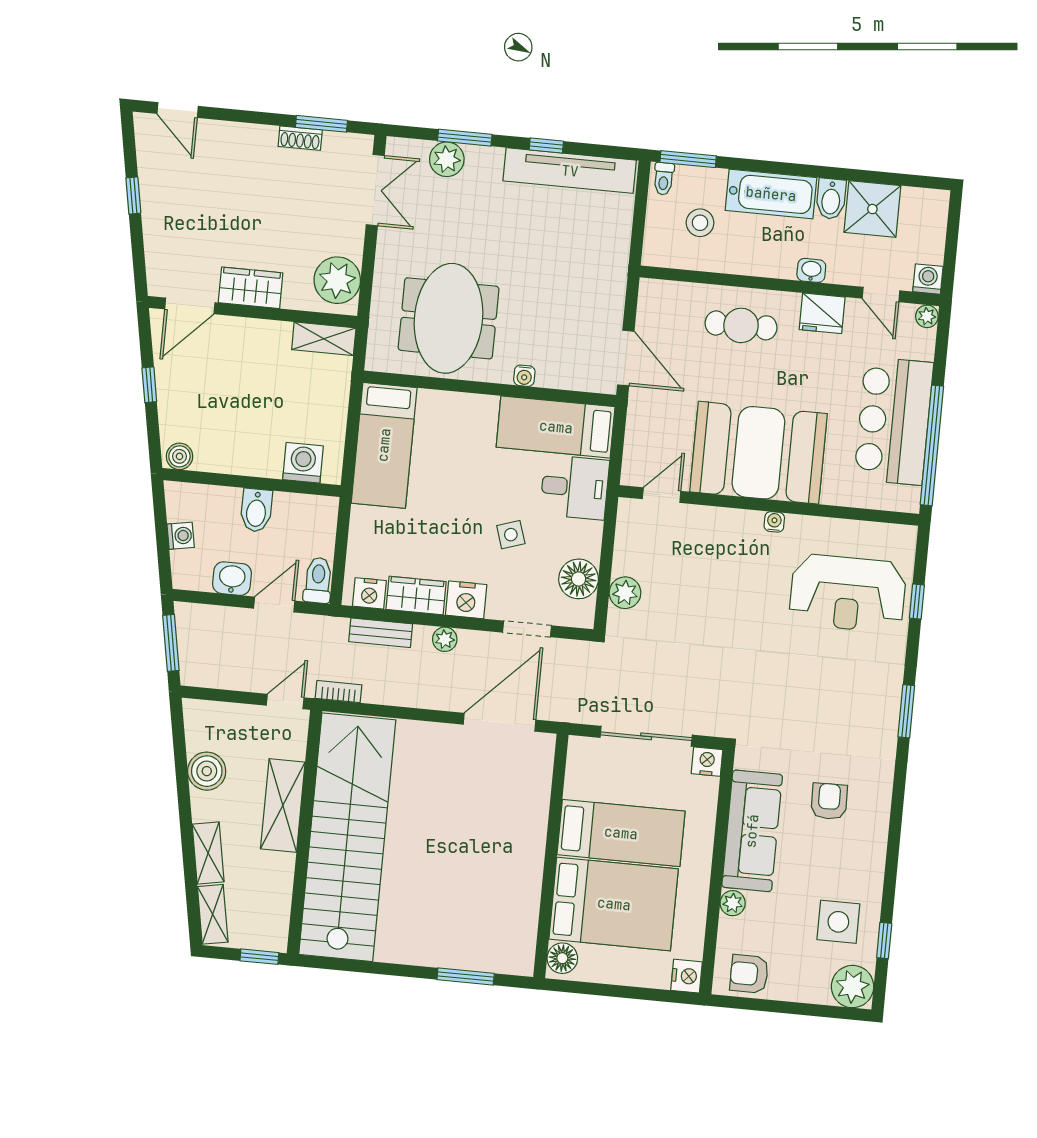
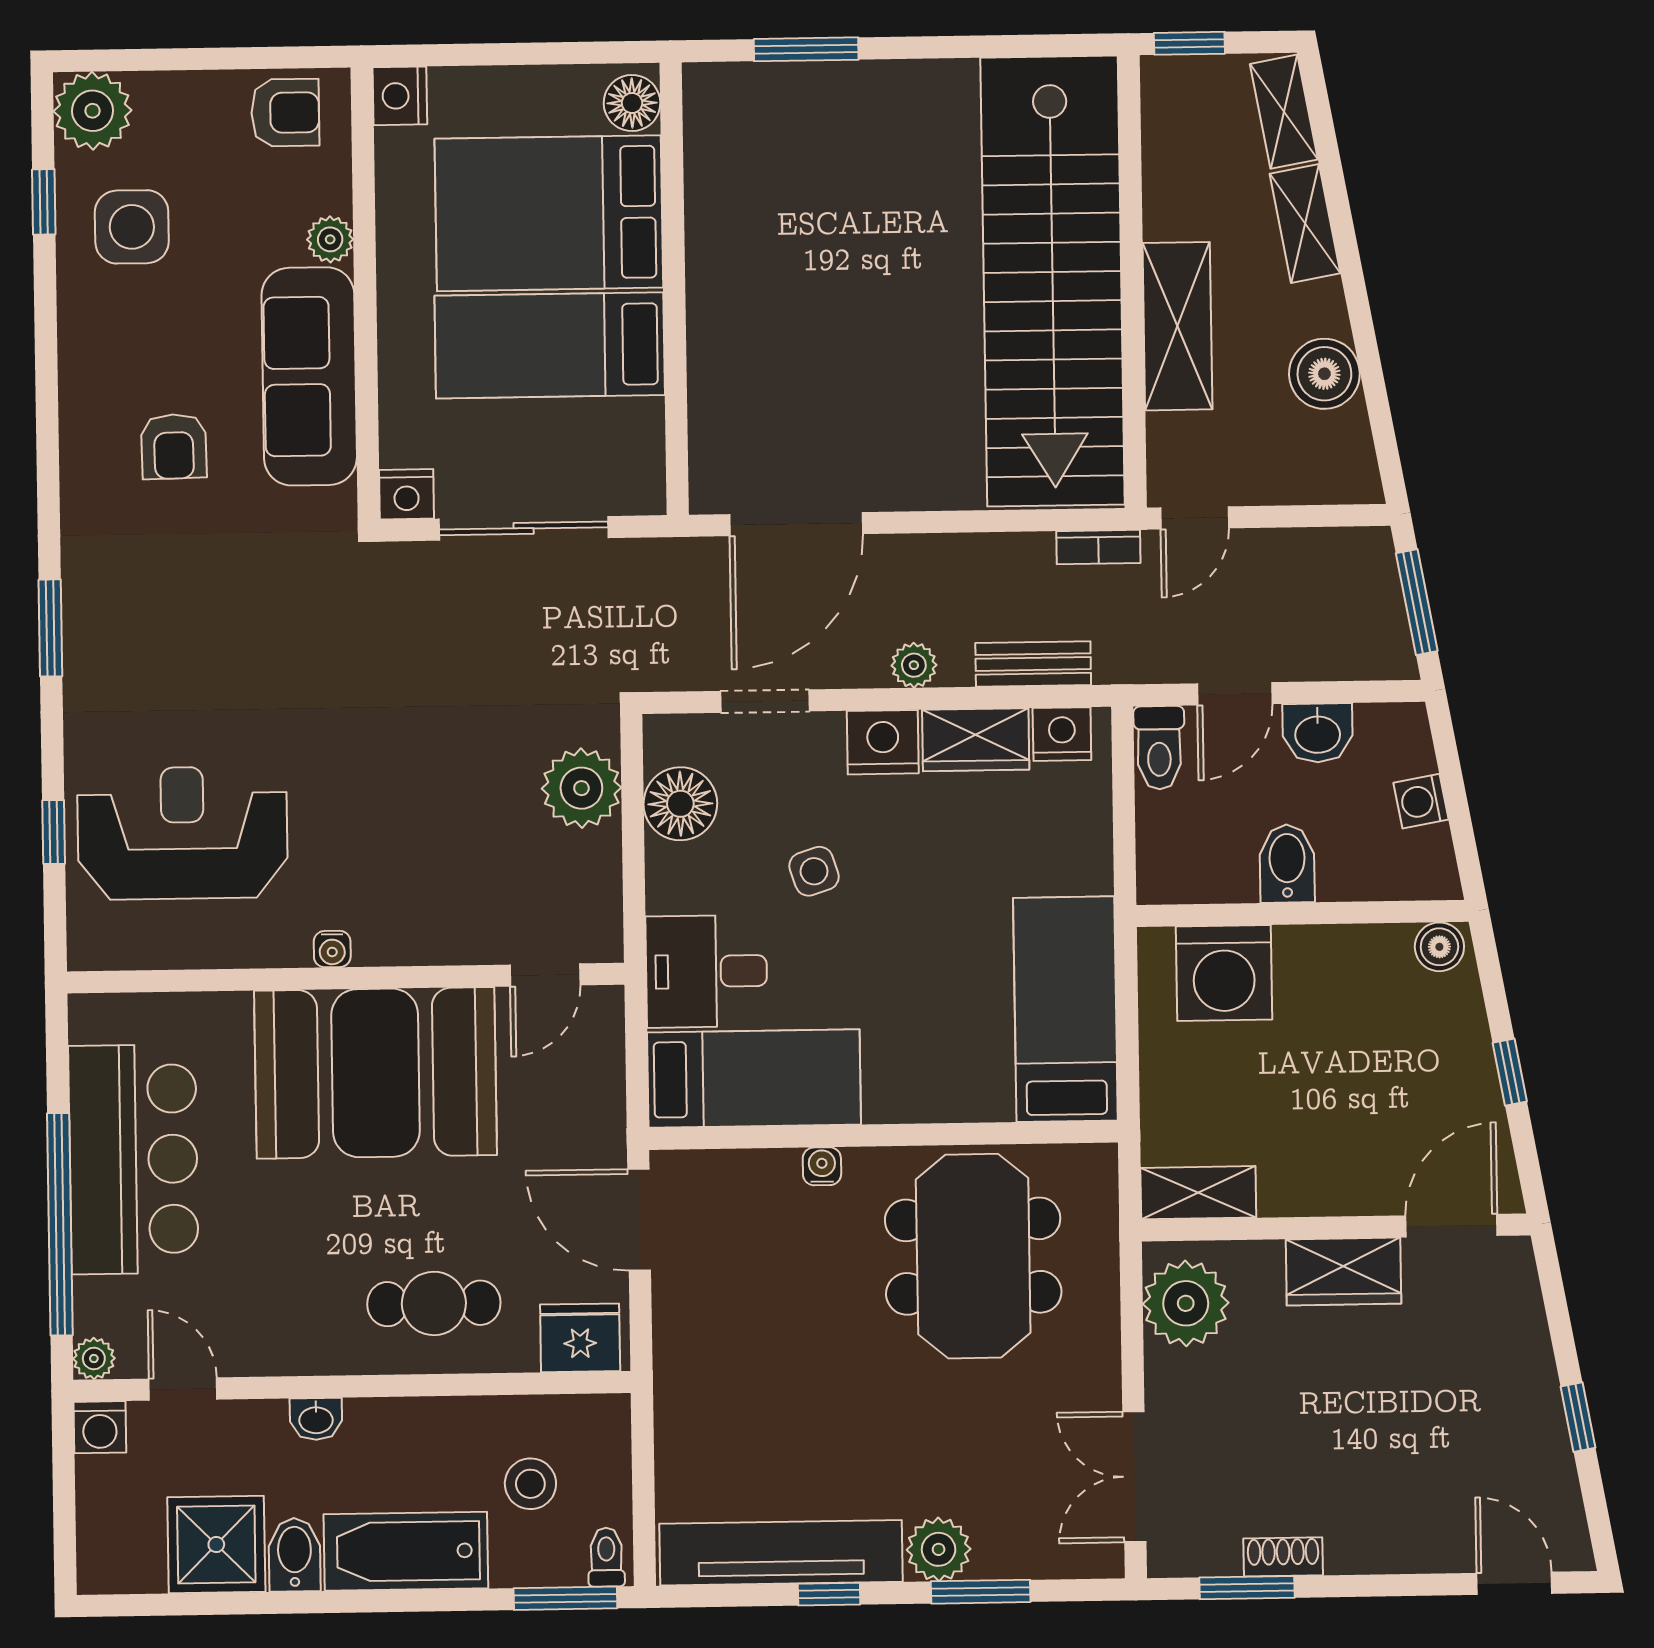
plant: (447, 159) -> (939, 1549), moved
fridge: (822, 313) -> (580, 1338), moved
window: (932, 445) -> (60, 1224), moved
washing machine: (303, 463) -> (1224, 973), width x1.37, depth x1.37
plant: (625, 593) -> (581, 788), width x1.36, depth x1.36

